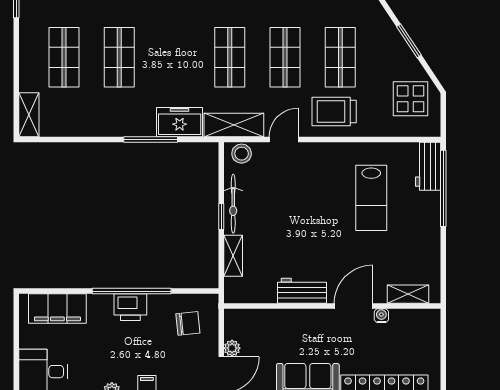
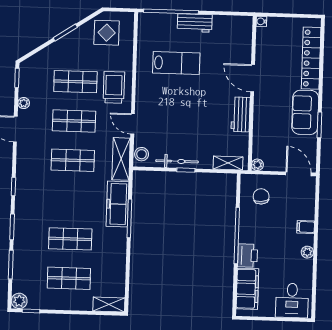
trolley: (334, 112) -> (114, 87), turned 180
freezer: (180, 122) -> (117, 204), width x1.40
workbench: (428, 166) -> (195, 23), moved
shelving: (233, 256) -> (228, 163), moved
shelving: (408, 294) -> (245, 39), removed
printer: (130, 307) -> (248, 256), moved
water cooler: (381, 316) -> (261, 21), moved
plant: (232, 348) -> (257, 165), moved

